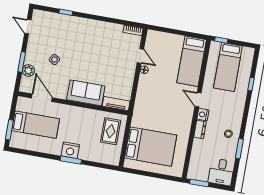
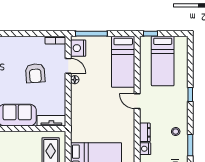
window: (167, 30) -> (91, 34), added
nightstand: (152, 41) -> (78, 48), added
armchair: (109, 57) -> (35, 73), added
window: (251, 84) -> (190, 94), moved
nightstand: (203, 115) -> (145, 149), moved

